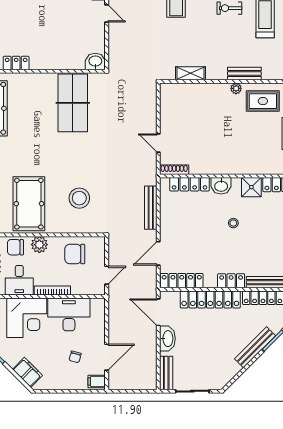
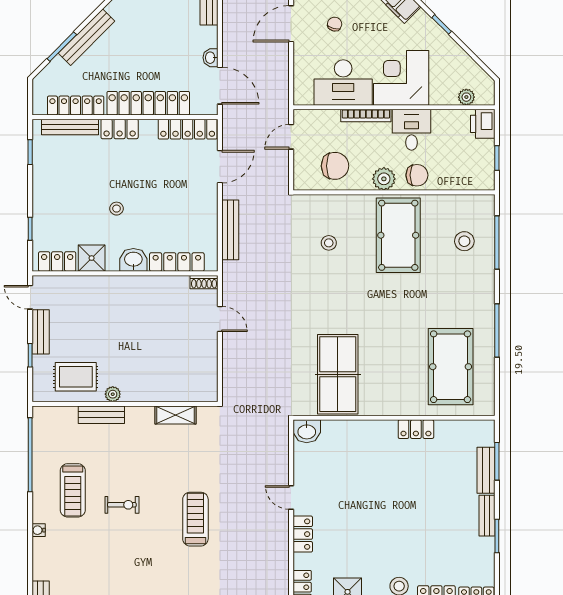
shoe rack: (174, 170) -> (204, 282), width x0.70
stool: (79, 198) -> (329, 243), width x0.53, depth x0.53
washbasin: (167, 339) -> (211, 58), width x0.52, depth x0.69

